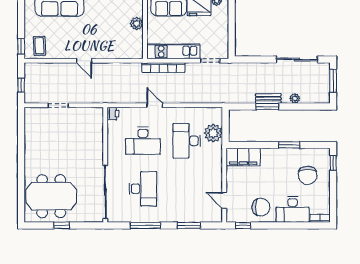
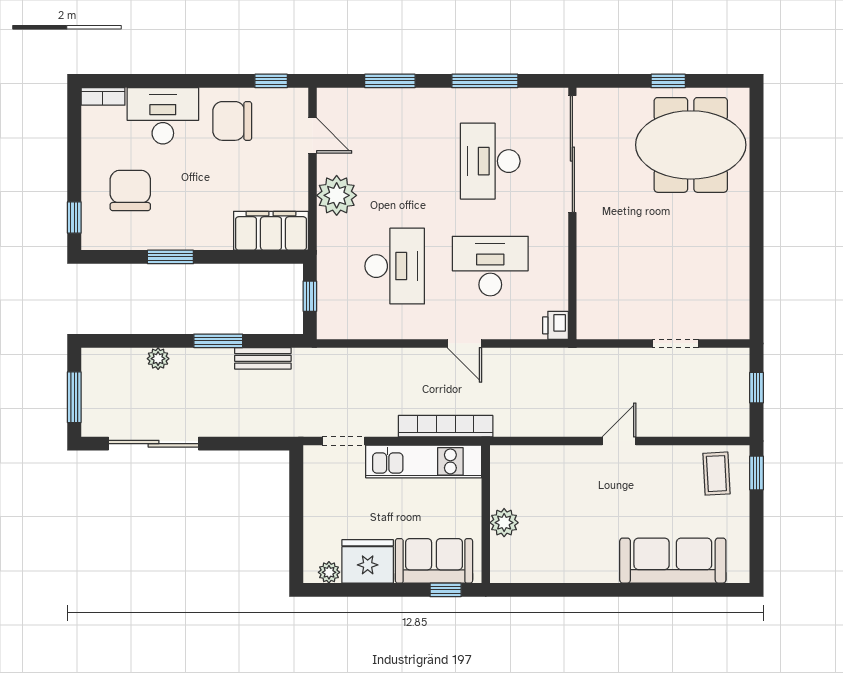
door: (84, 61) -> (619, 441), hinge flipped
bench: (268, 99) -> (263, 358), moved
window: (225, 127) -> (310, 296), added
plant: (213, 133) -> (337, 195), moved

